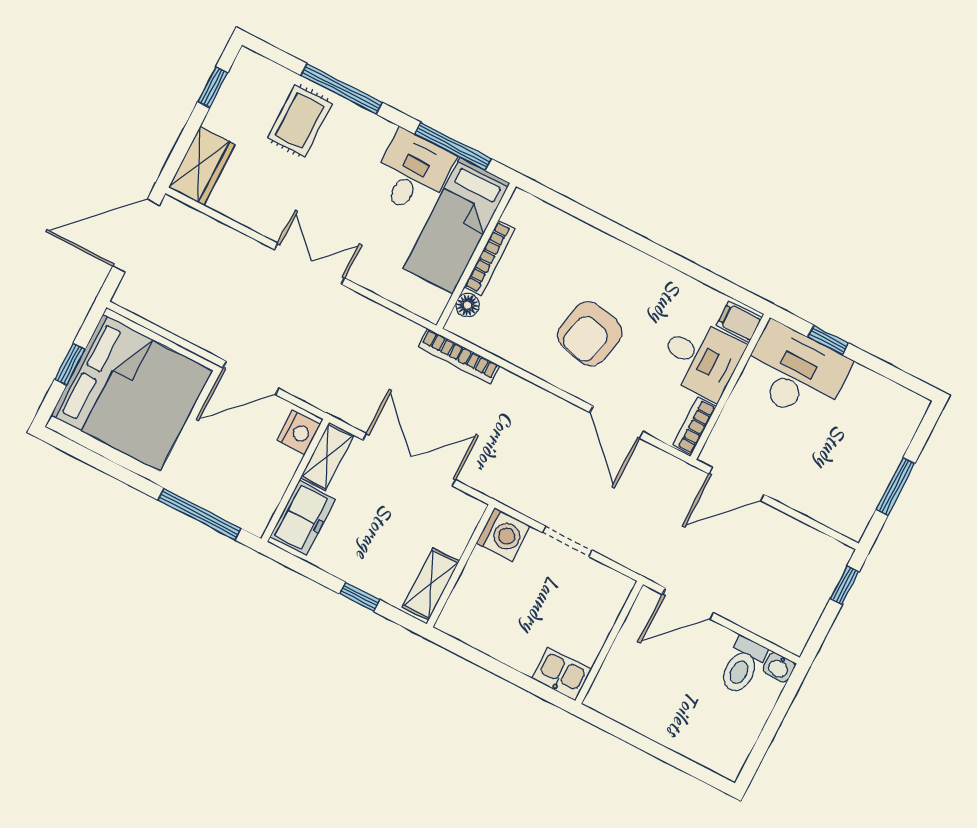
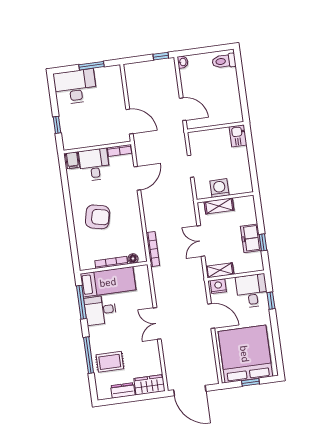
window: (213, 87) -> (119, 400), removed
dresser: (227, 107) -> (123, 390), added
armchair: (590, 334) -> (98, 217), moved
desk: (795, 372) -> (75, 87), moved, turned 90
double door: (409, 460) -> (201, 241), width x0.73
desk: (244, 491) -> (252, 291), added
window: (199, 514) -> (271, 301), width x0.46
freezer: (303, 518) -> (251, 238), moved, turned -90
washing machine: (503, 534) -> (219, 188), moved
shelving: (431, 584) -> (219, 206), moved
window: (845, 585) -> (161, 56), moved
window: (360, 597) -> (263, 242), moved
toilet: (742, 666) -> (224, 61), moved, turned 180

